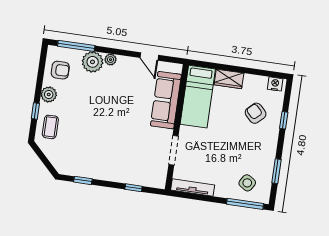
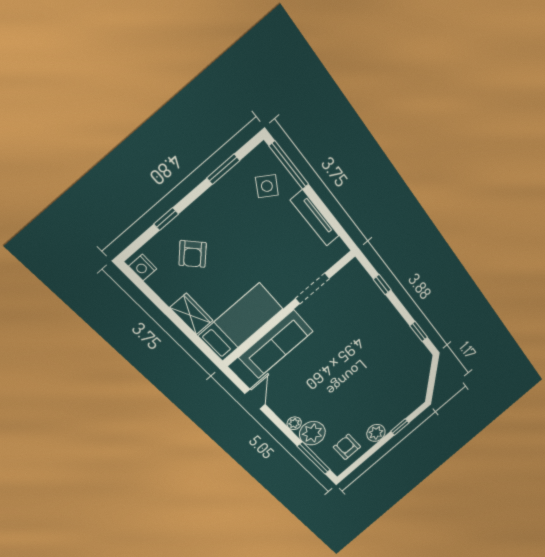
coffee table: (50, 127) -> (401, 403), removed
tv unit: (193, 187) -> (315, 218), moved

